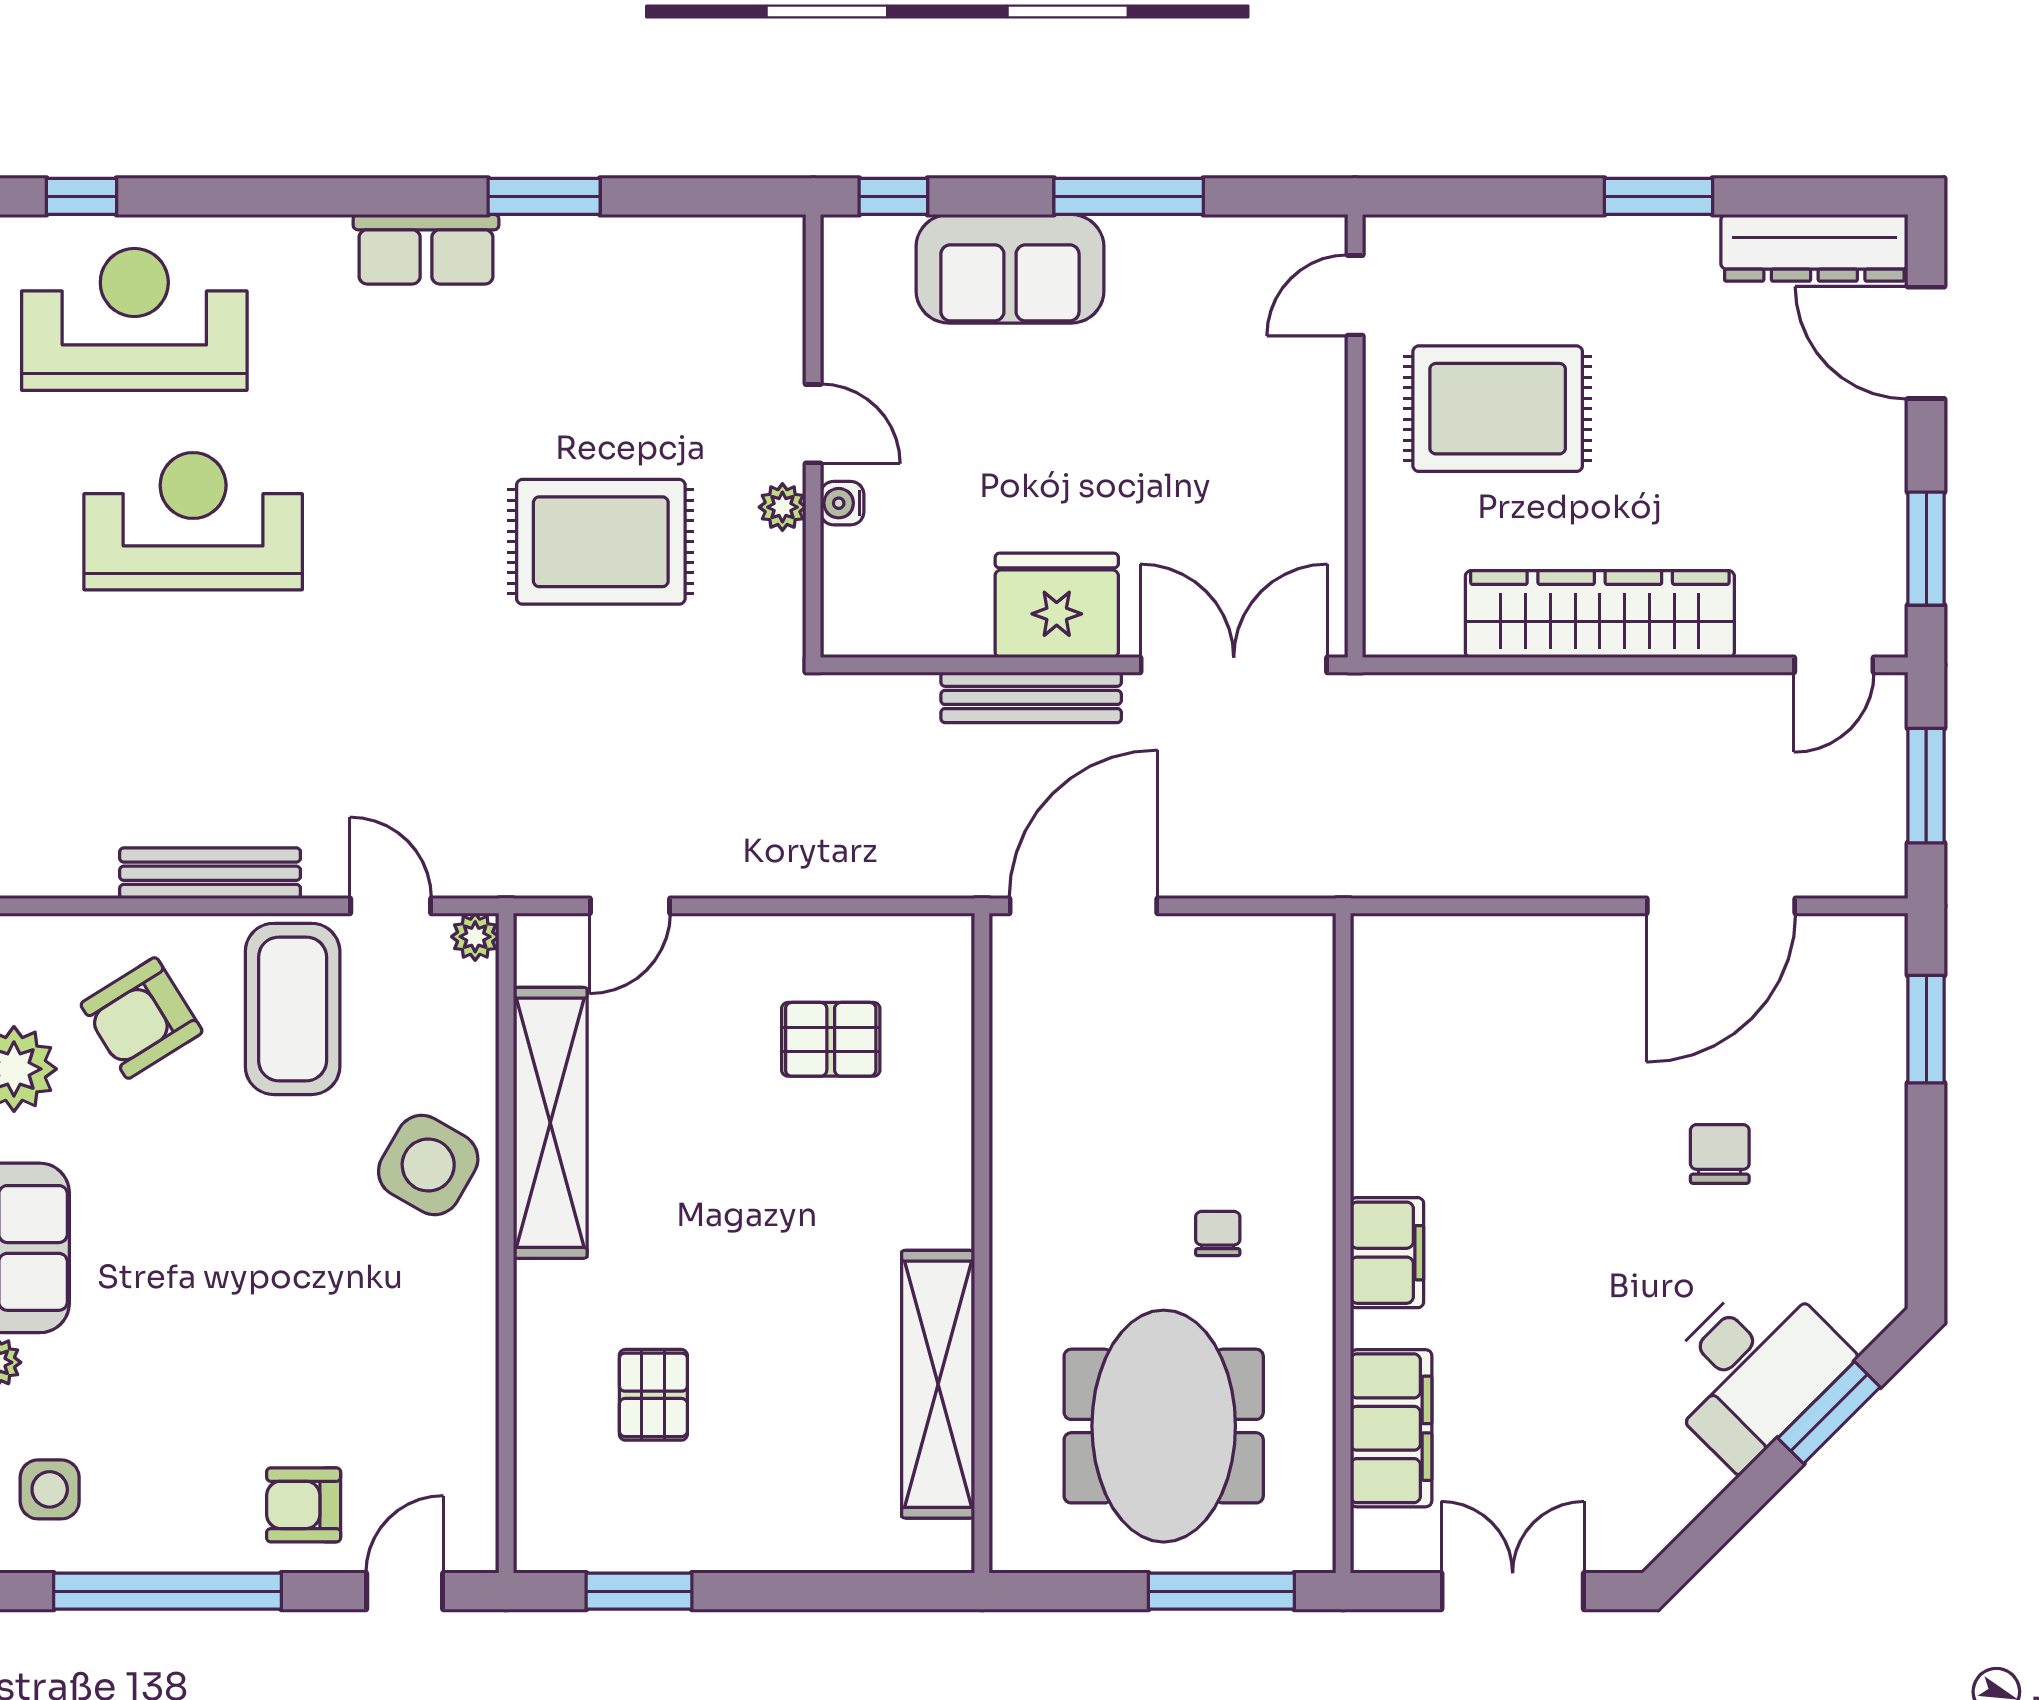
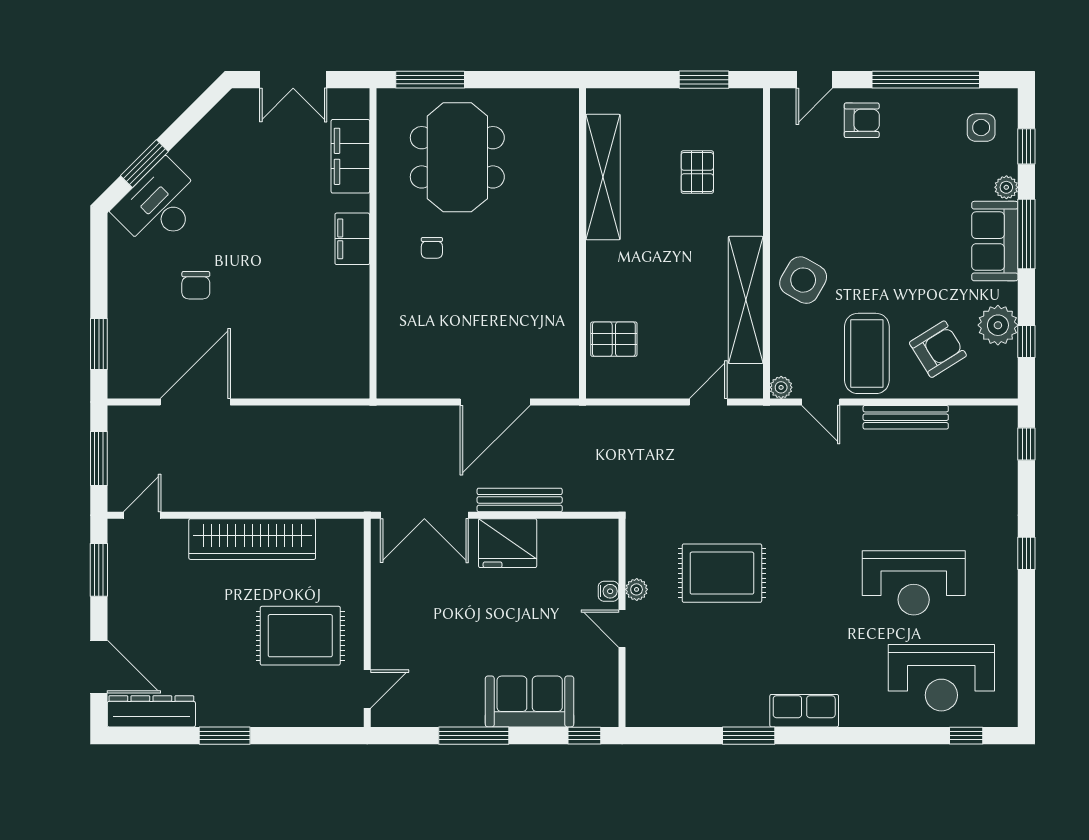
wall: (982, 1243) -> (582, 243), moved
desk: (1752, 1369) -> (159, 205), moved
shelving: (938, 1384) -> (603, 177), moved

